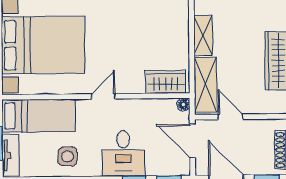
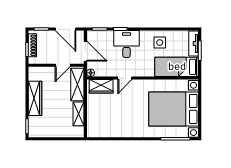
door: (103, 96) -> (125, 78), moved
door: (230, 117) -> (63, 65), hinge flipped

